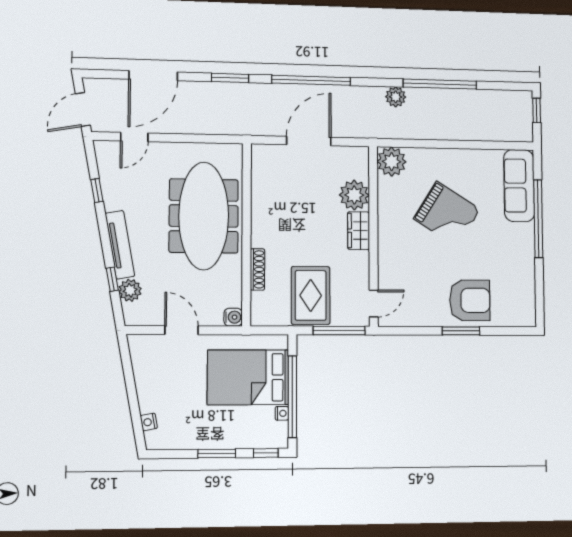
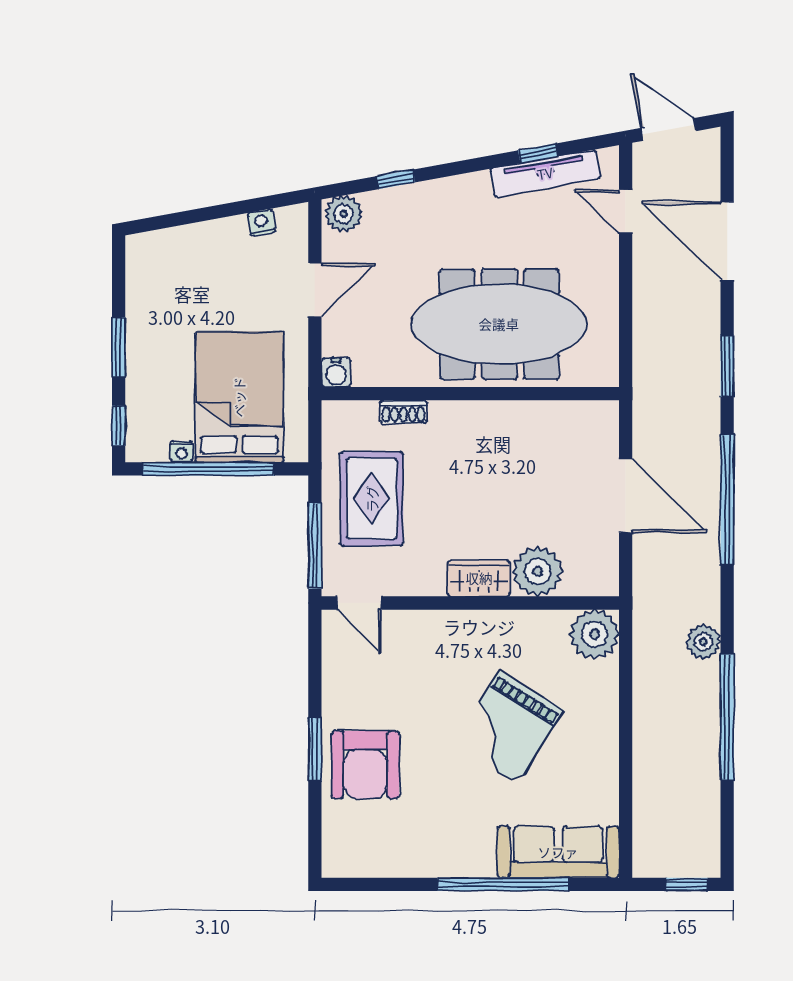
tv unit: (120, 245) -> (545, 173), moved
shoe rack: (257, 269) -> (403, 412), width x0.70
plant: (130, 290) -> (344, 214), moved
rug: (311, 295) -> (372, 499), turned 90
nightstand: (149, 422) -> (261, 222), moved

